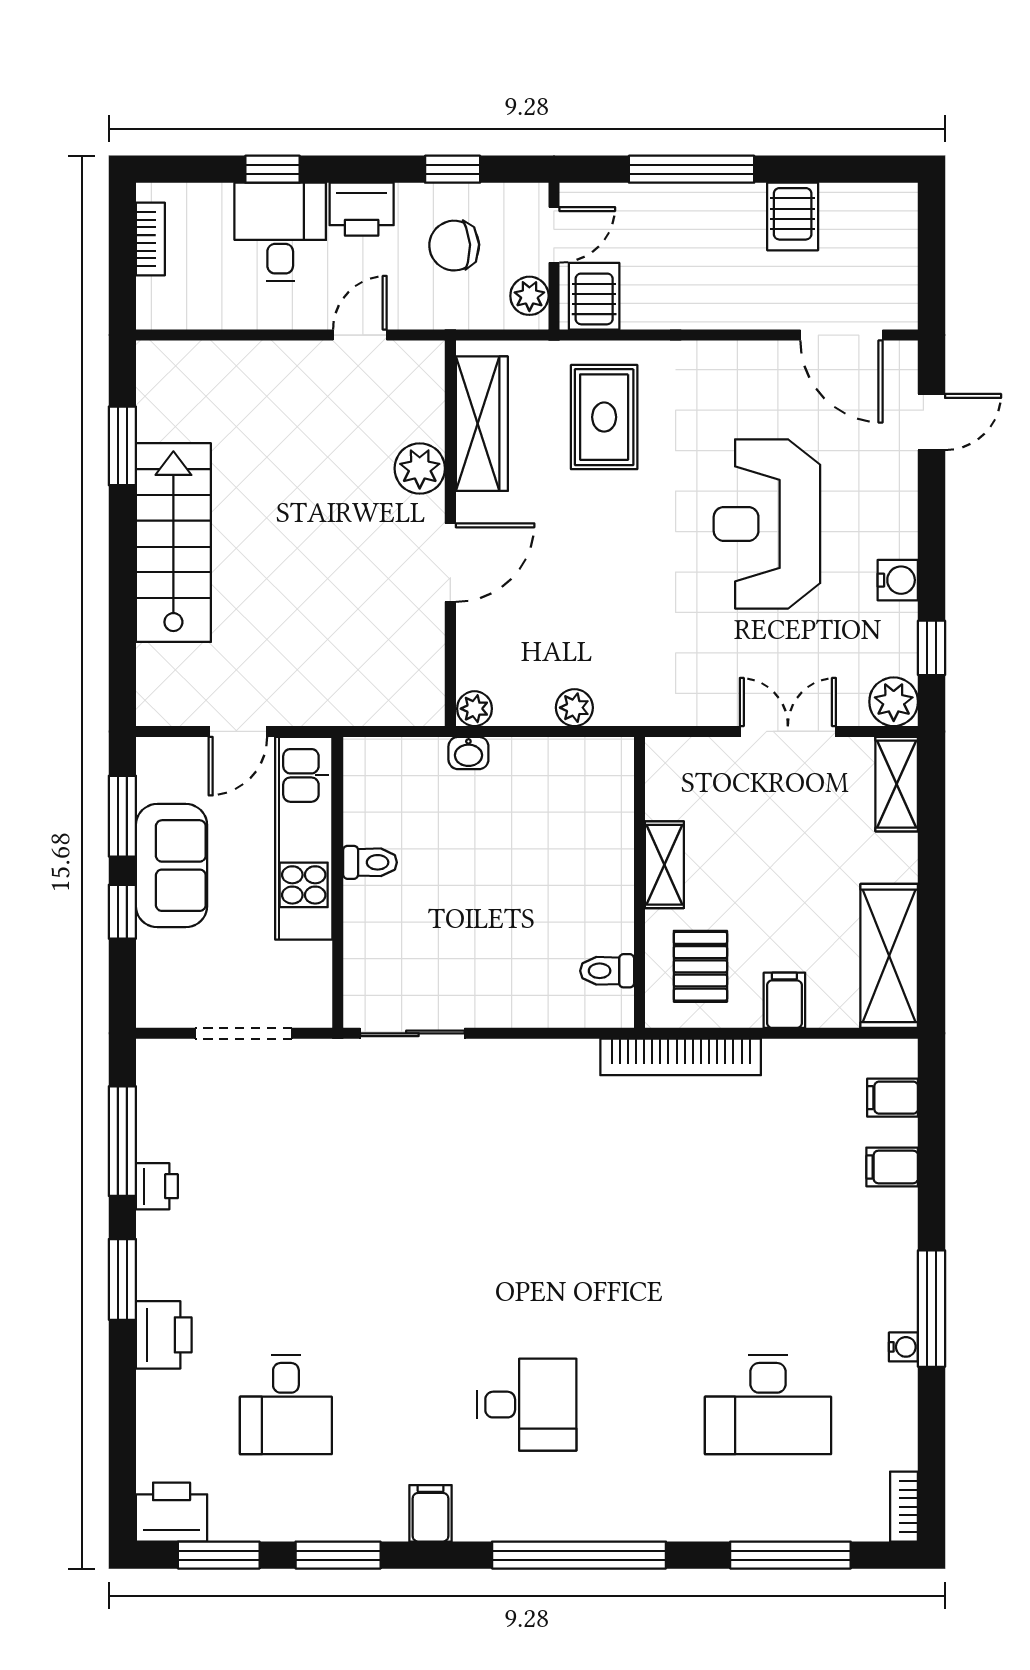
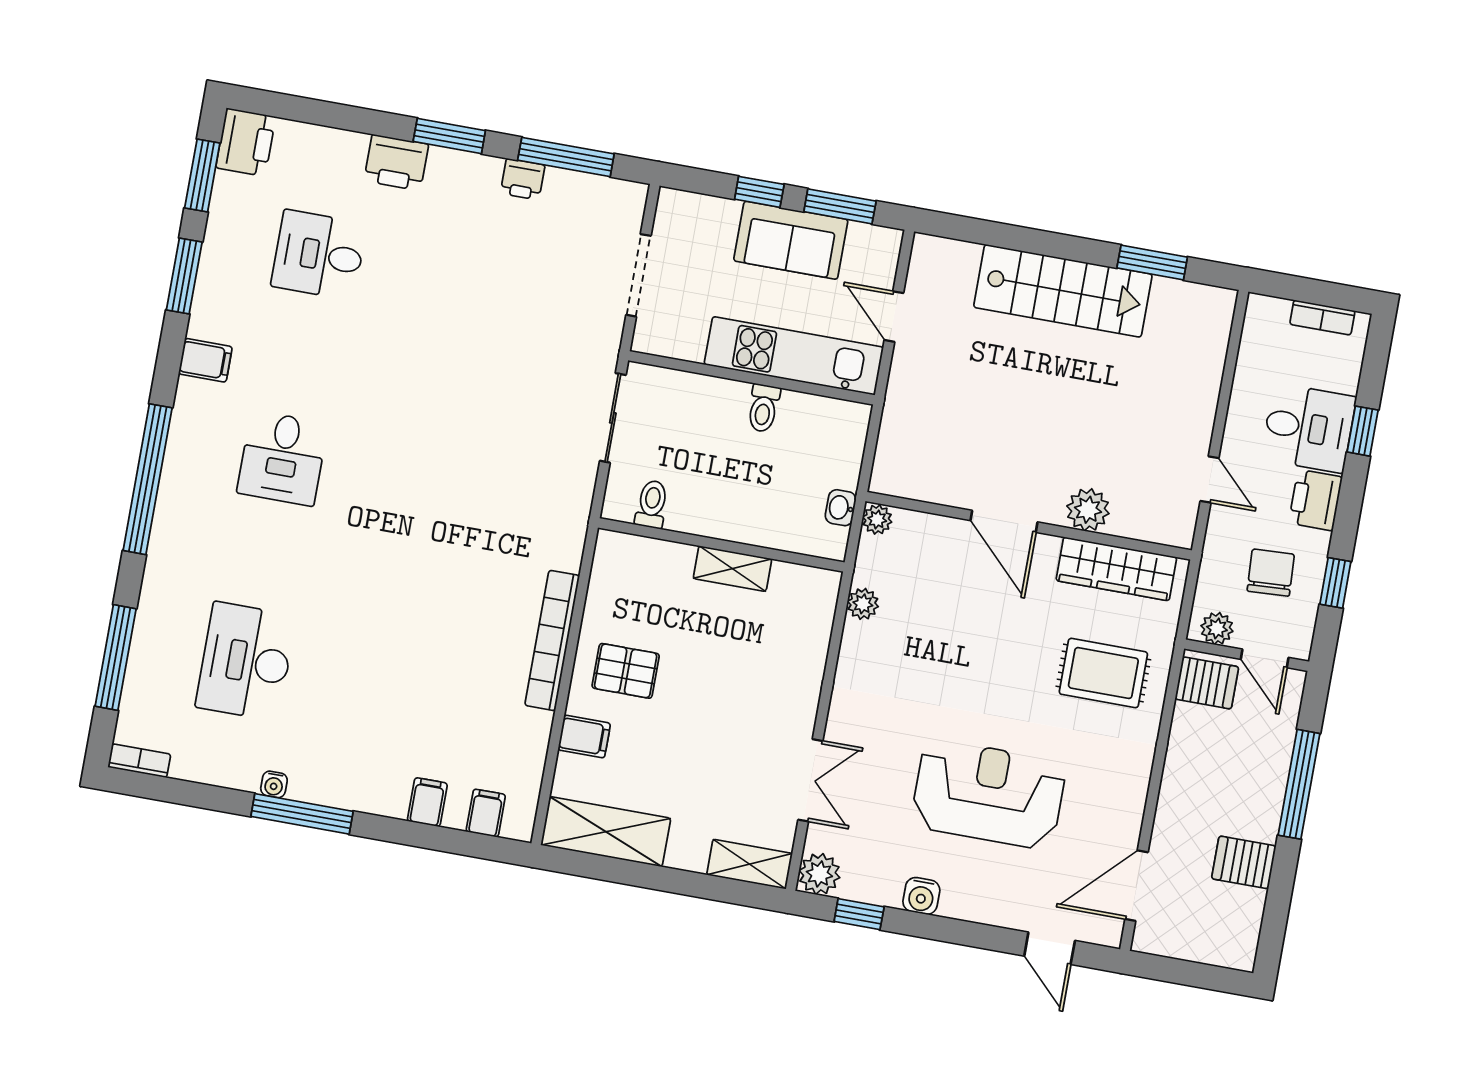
shelving: (664, 865) -> (732, 569), moved
wall: (640, 882) -> (721, 545), moved
toilet: (607, 971) -> (652, 504), moved

